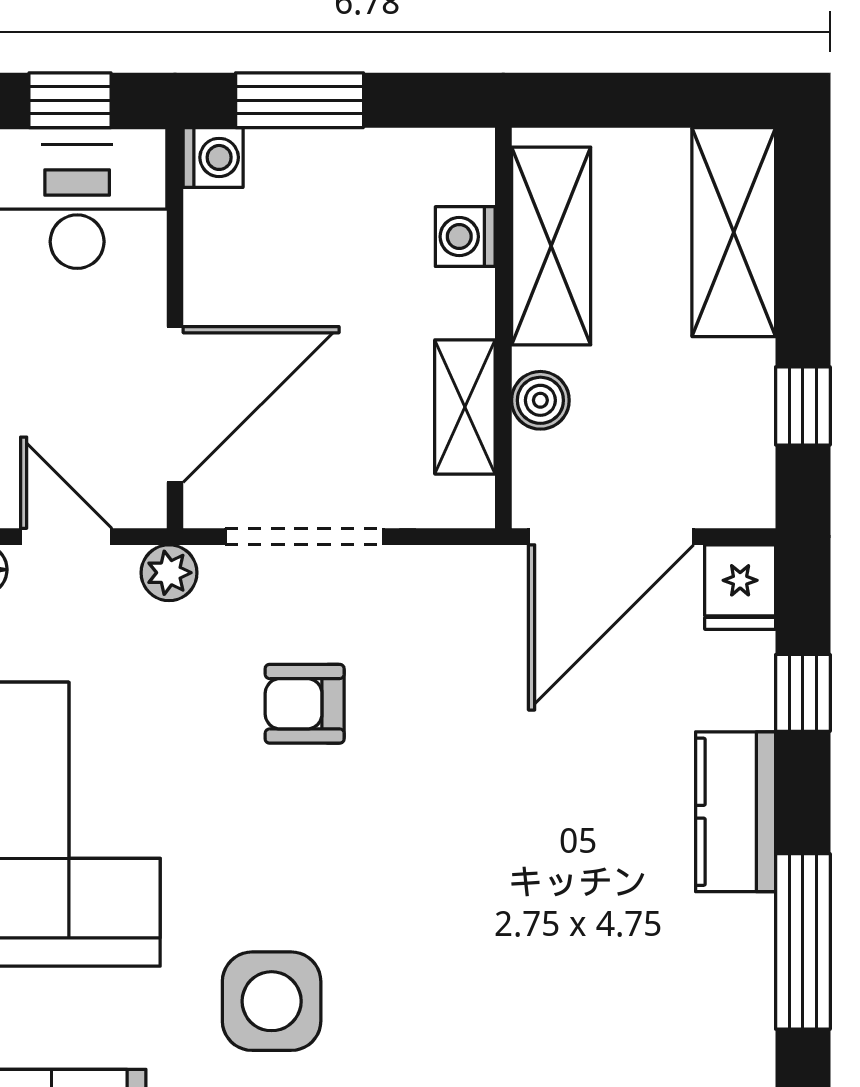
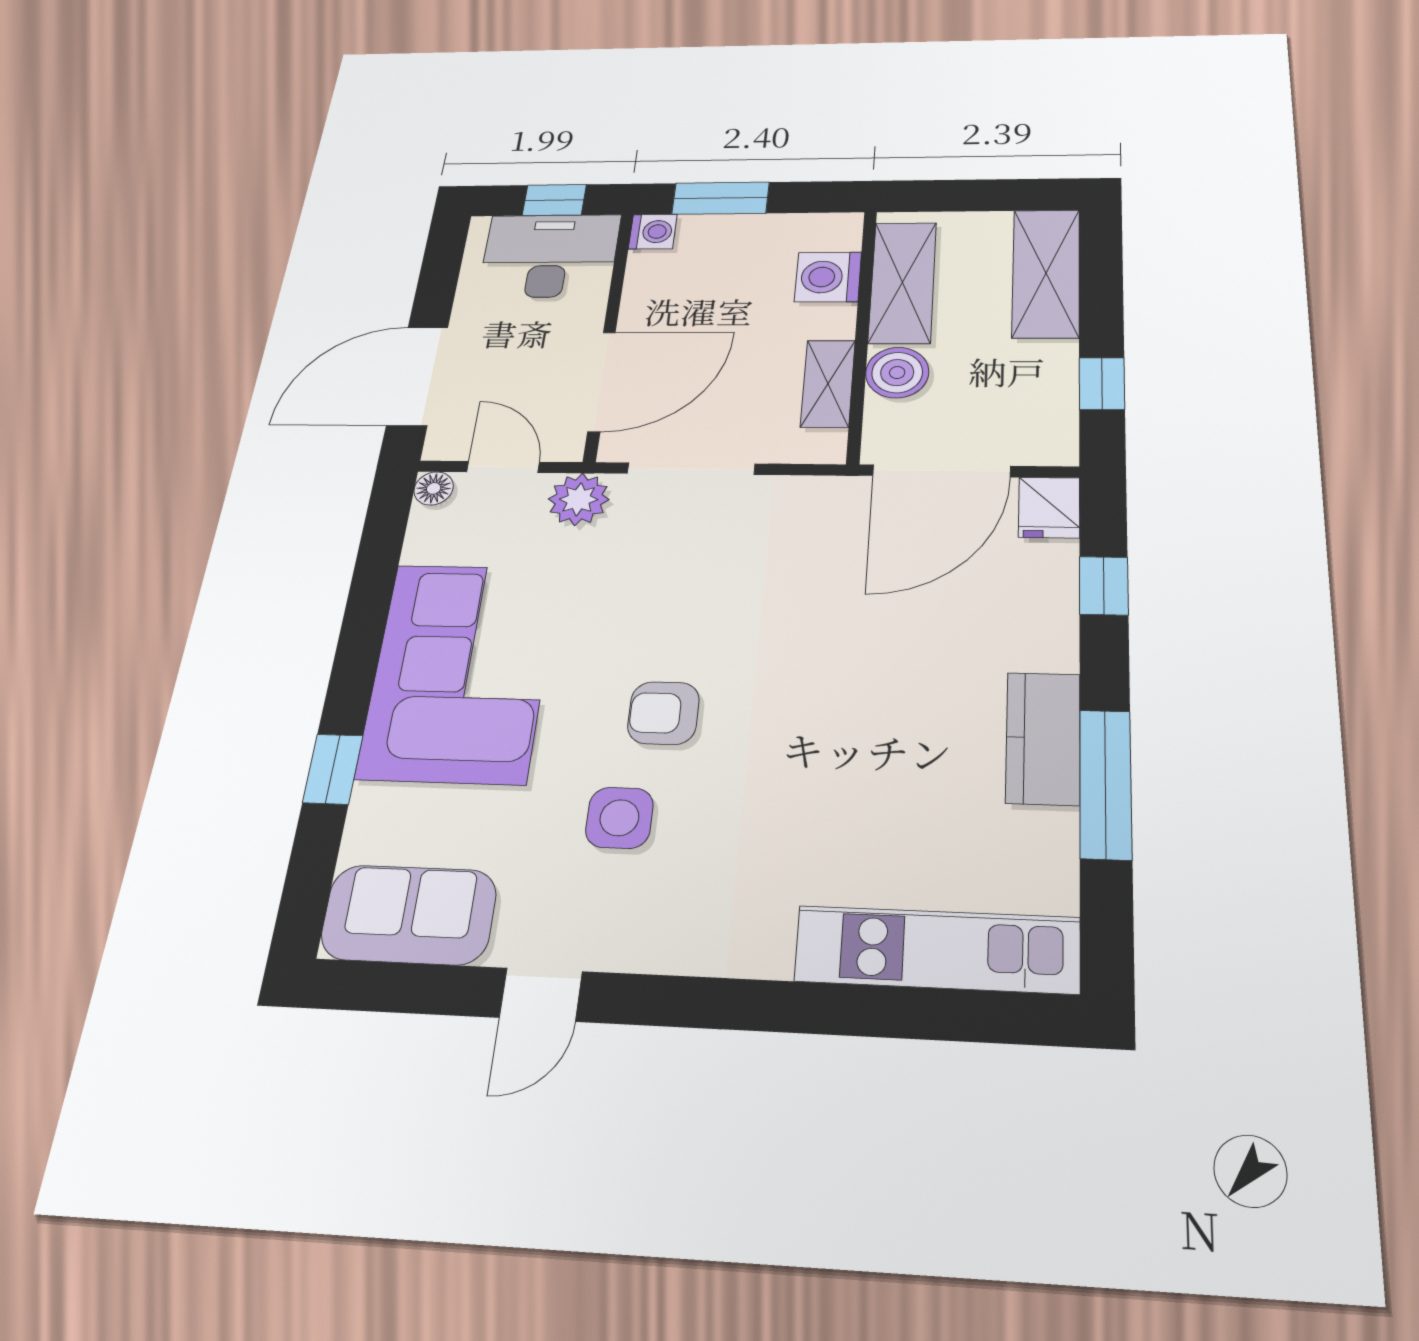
washing machine: (465, 237) -> (828, 277), width x1.38, depth x1.38
boiler: (540, 400) -> (897, 373), width x1.36, depth x1.36
plant: (169, 573) -> (579, 499), width x1.38, depth x1.38
armchair: (305, 704) -> (663, 713), moved
kitchen counter: (736, 812) -> (1043, 738), moved
side table: (272, 1001) -> (619, 818), width x0.73, depth x0.73

